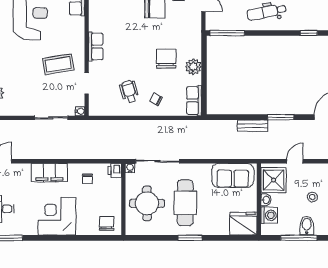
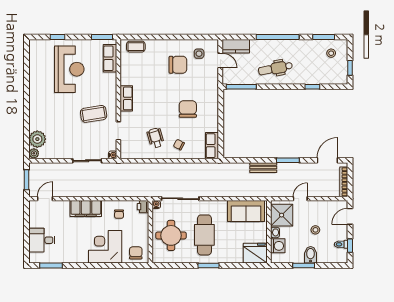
plant: (193, 67) -> (212, 116), removed
corner desk: (57, 216) -> (105, 247), moved
window: (299, 238) -> (304, 266), width x0.69

